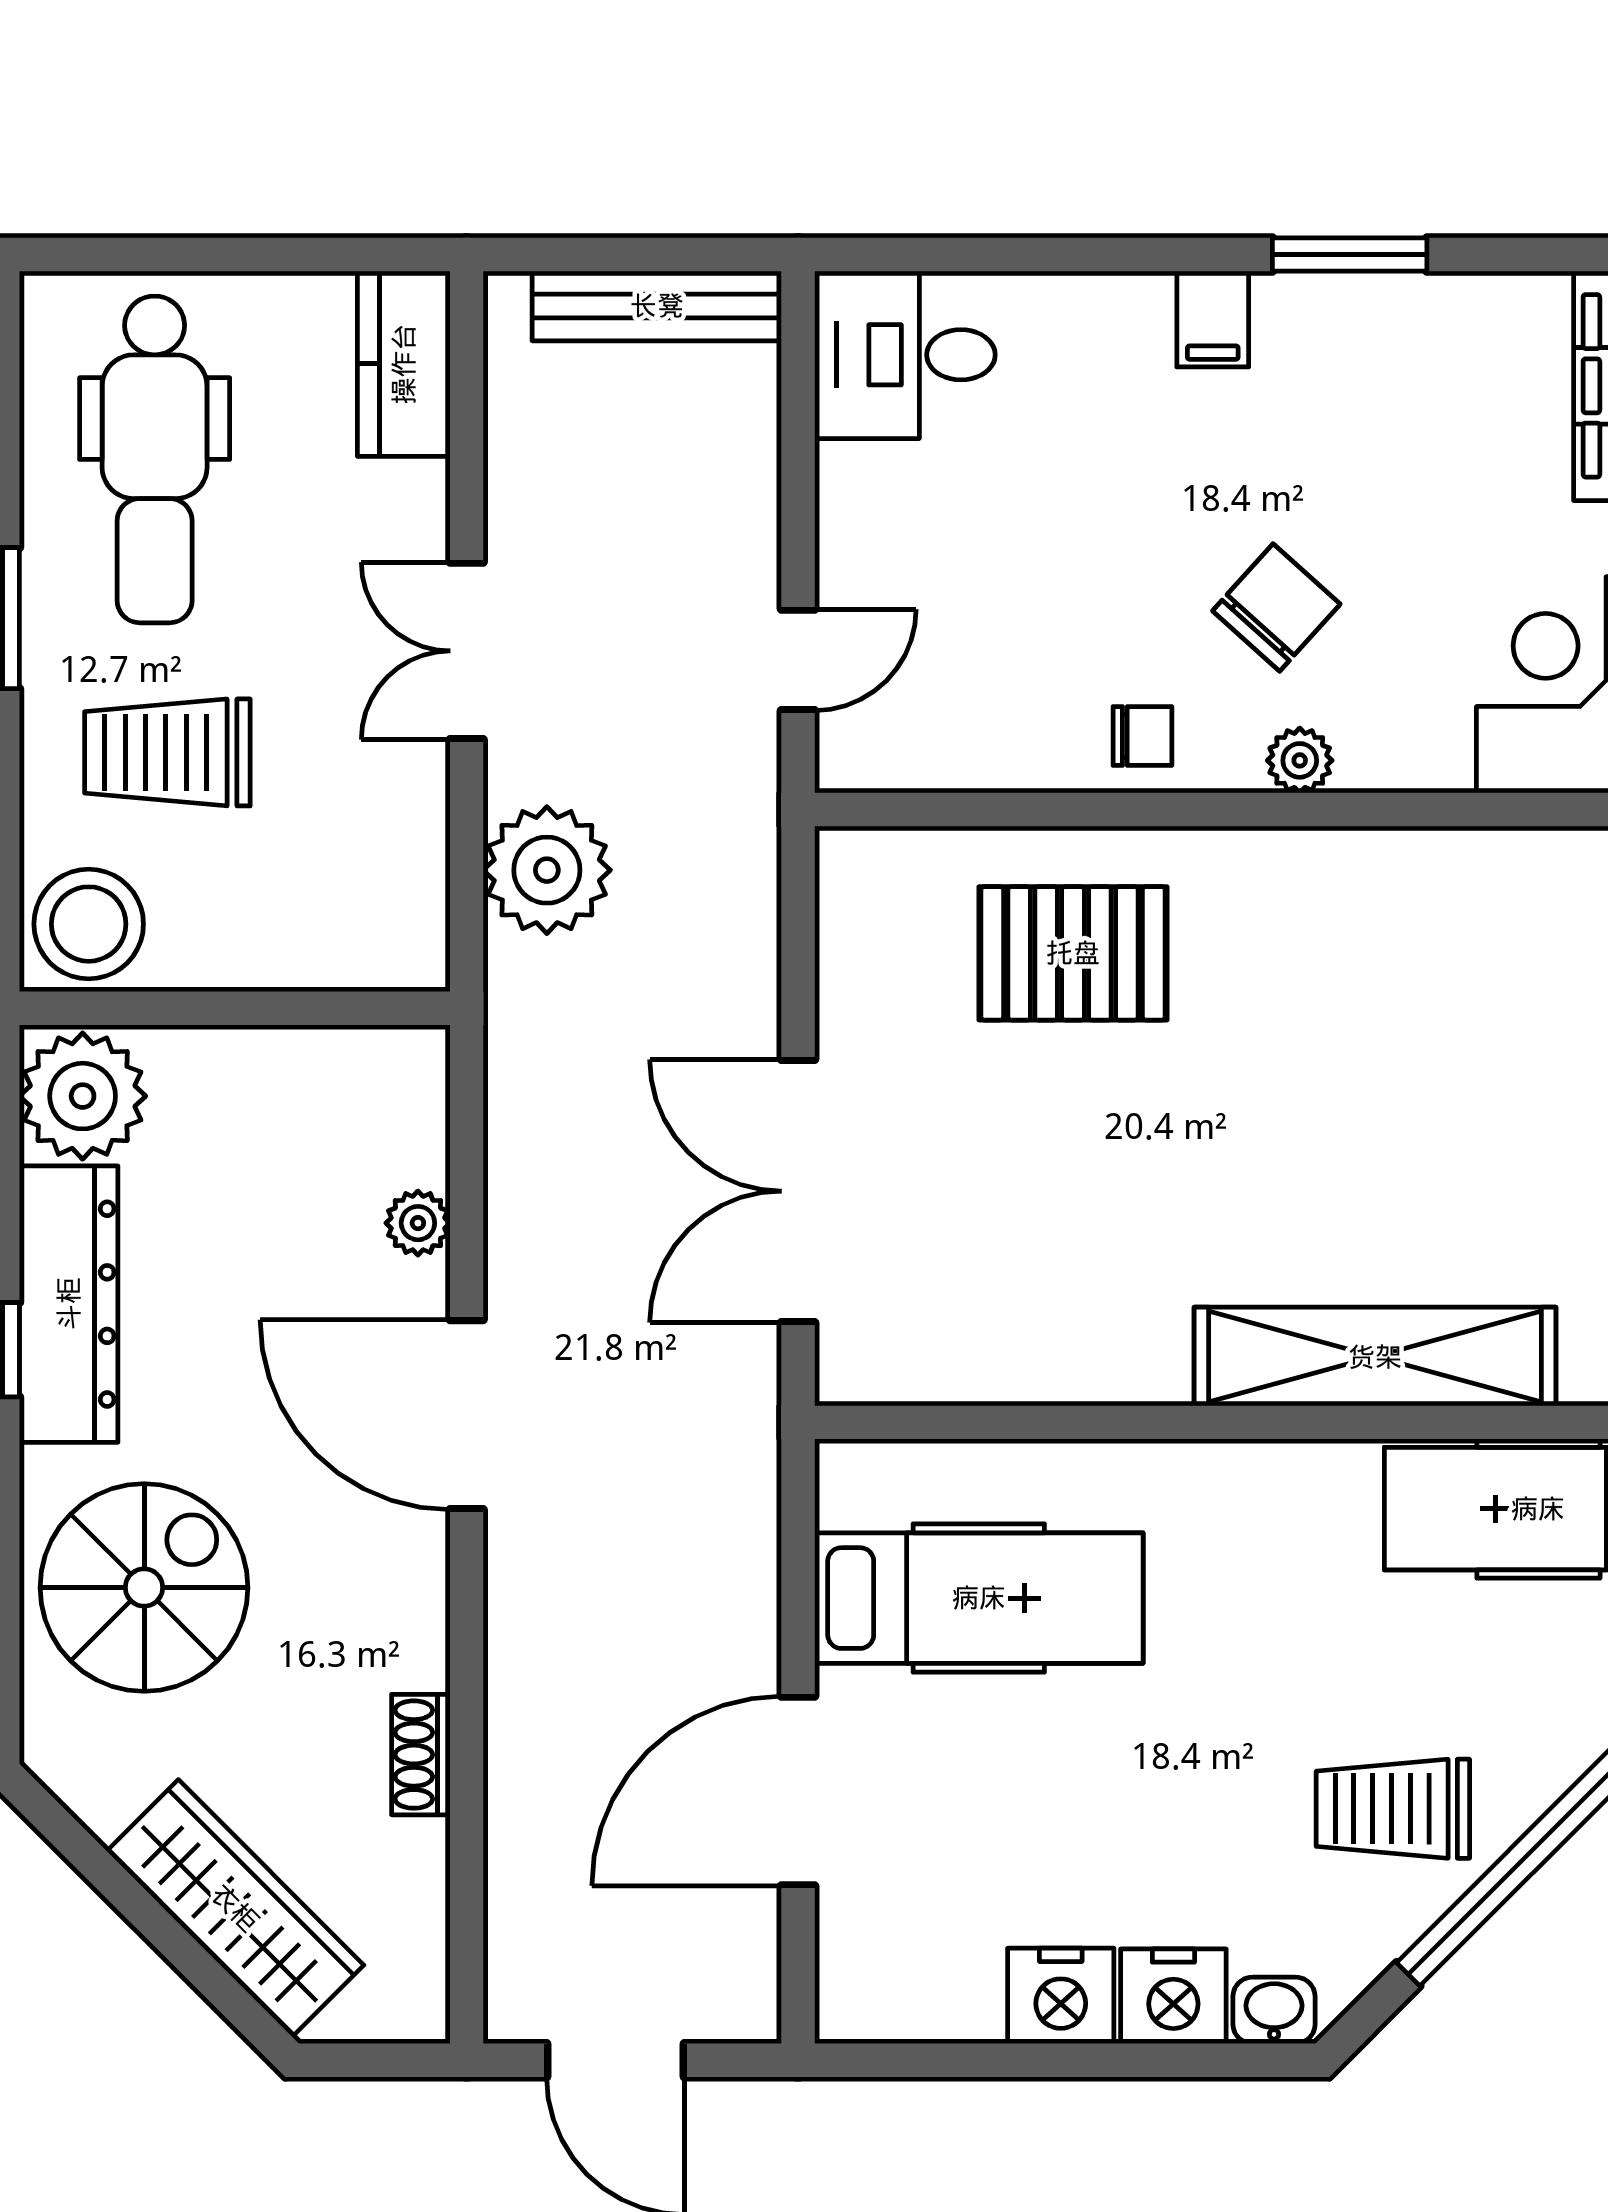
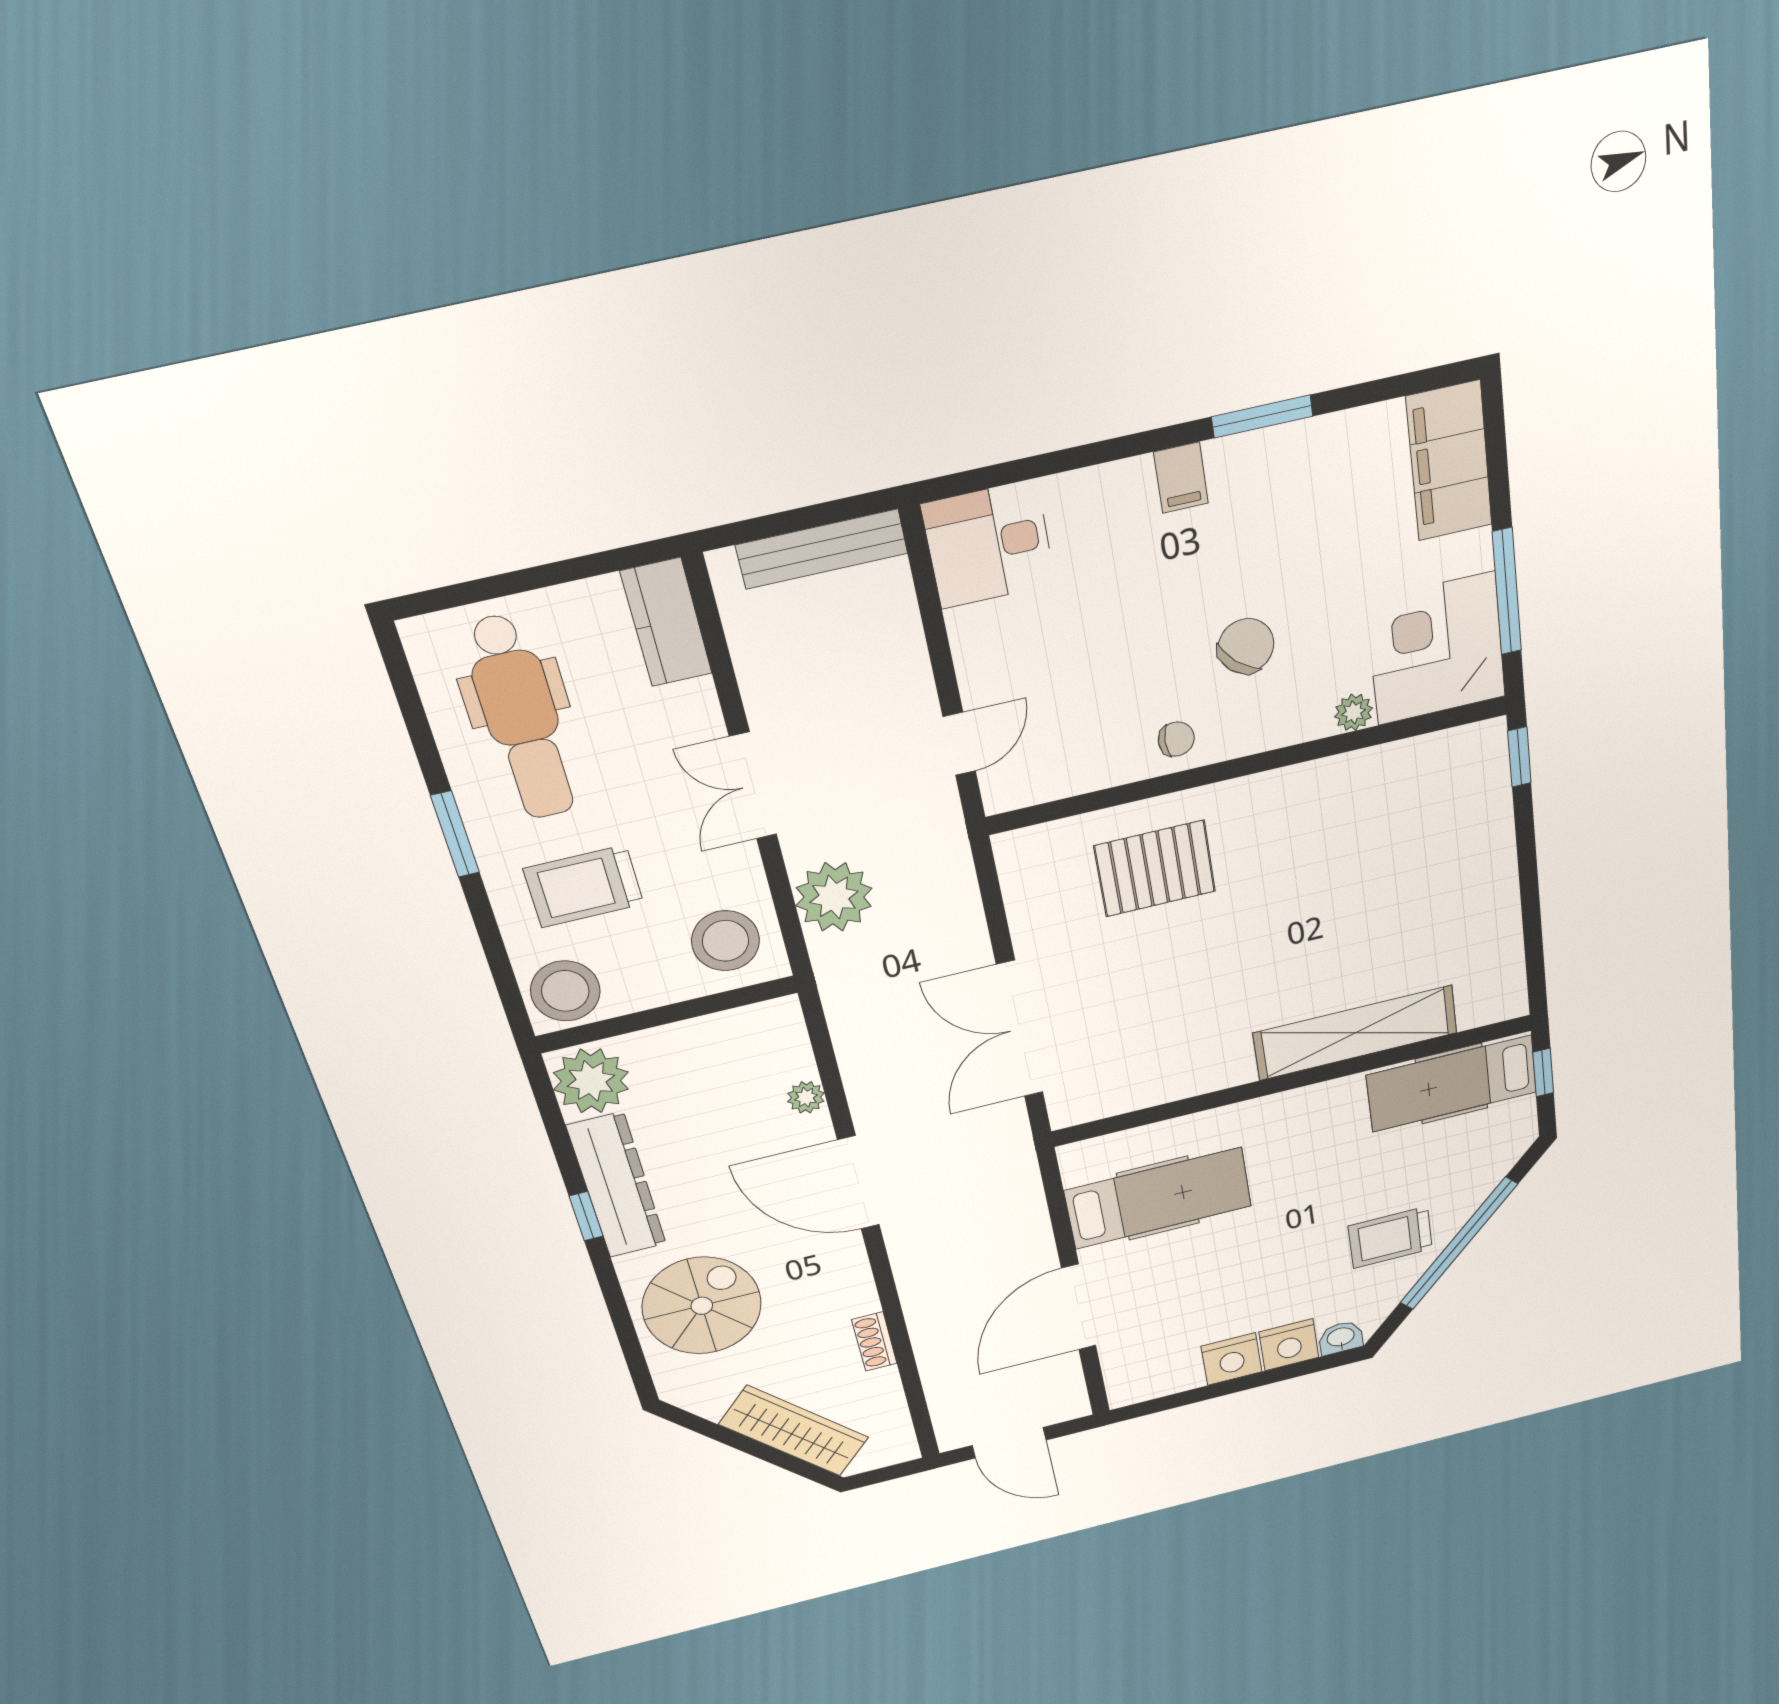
plant: (1300, 760) -> (1354, 712), moved
stool: (359, 902) -> (725, 941), added

